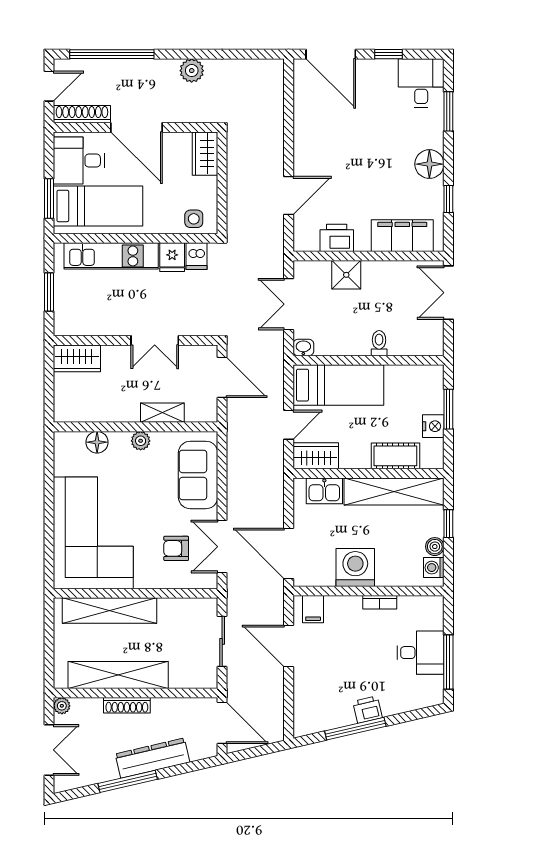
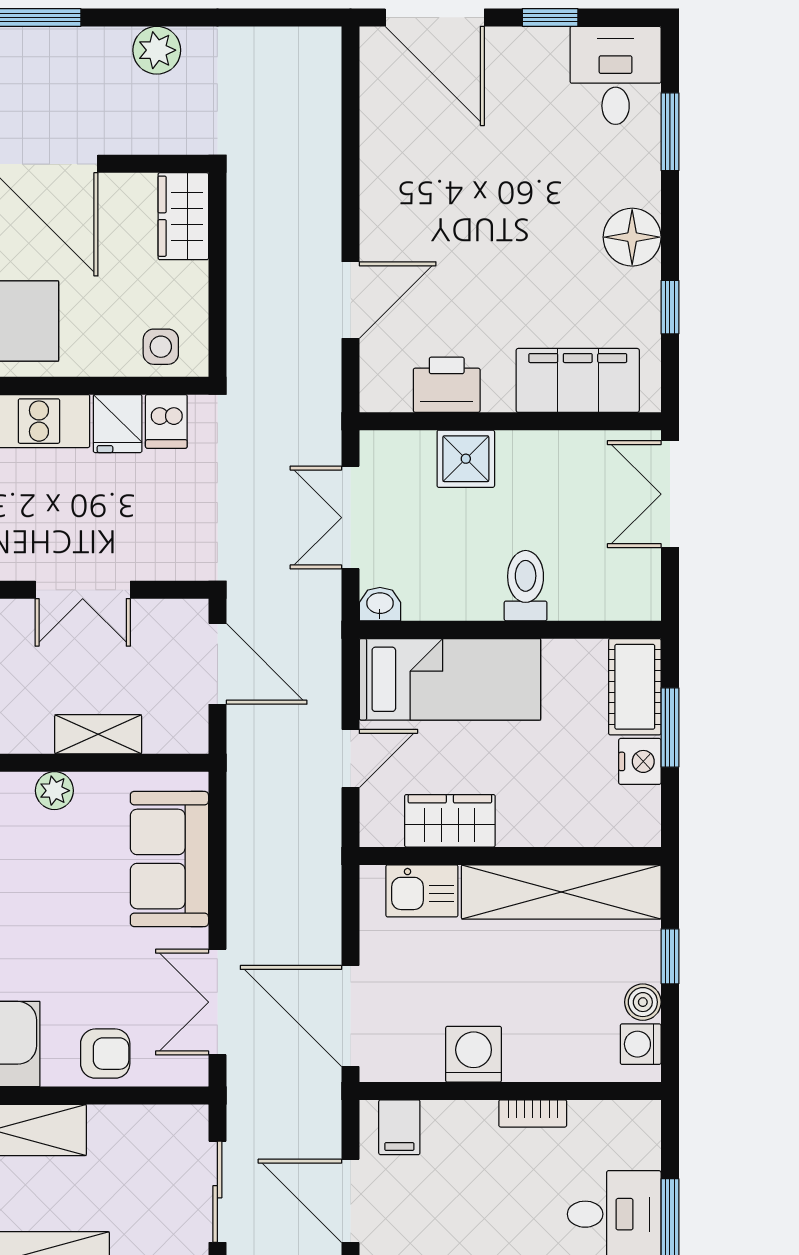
toilet: (379, 343) -> (526, 586), width x1.37, depth x1.39
wardrobe: (316, 456) -> (450, 821), moved
cot: (395, 456) -> (635, 687), moved, turned 90
armchair: (176, 548) -> (105, 1054), moved, turned 180
washing machine: (355, 567) -> (474, 1054), width x0.73, depth x0.73

